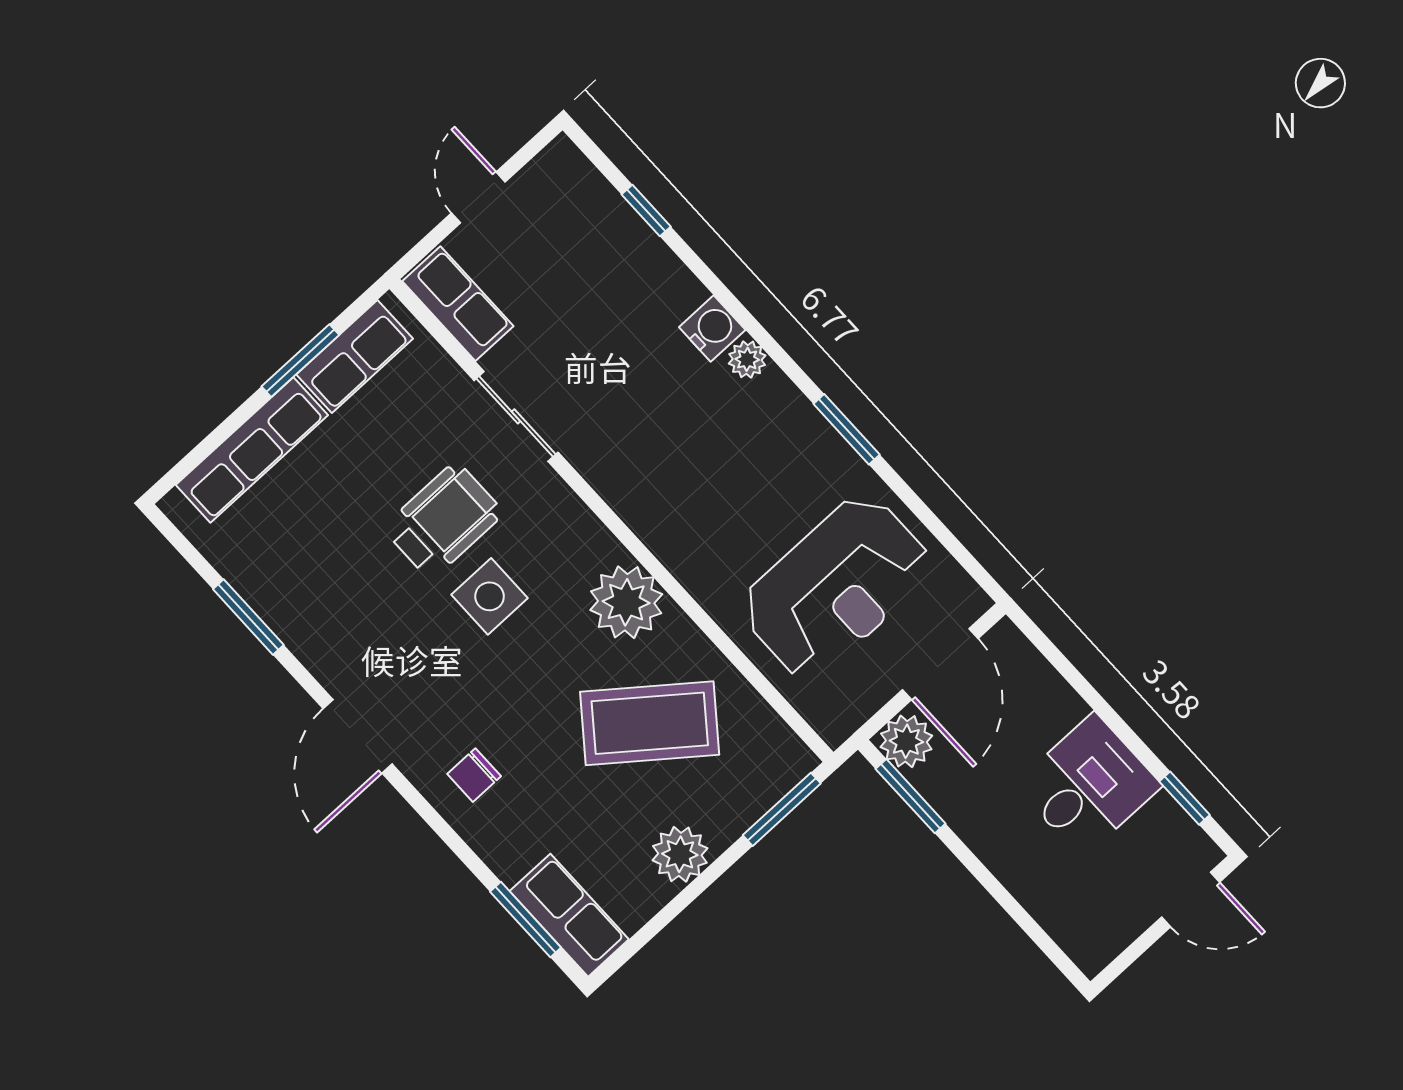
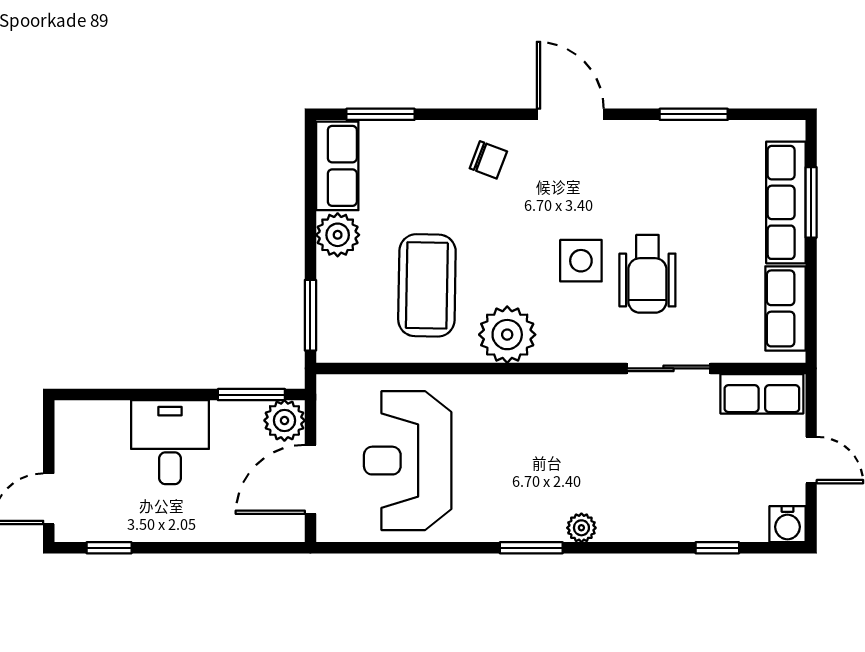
water cooler: (712, 328) -> (787, 524), moved
window: (300, 361) -> (811, 202), moved
window: (847, 429) -> (531, 548), moved
door: (940, 664) -> (310, 479), hinge flipped
coffee table: (650, 723) -> (427, 285), turned -37
chair: (474, 775) -> (488, 160), turned 111
desk: (1088, 785) -> (170, 442), moved, turned 180
row of seats: (569, 915) -> (337, 166), moved, turned -90

